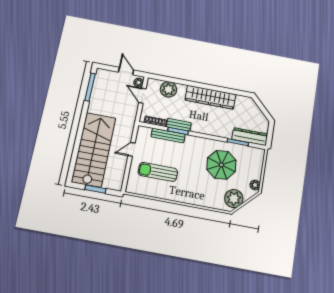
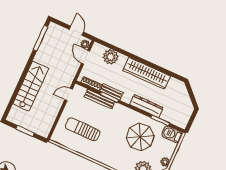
dresser: (250, 137) -> (146, 106), moved
door: (132, 149) -> (69, 94), moved
stairs: (94, 150) -> (31, 86), width x0.73, depth x0.66
barbecue: (254, 154) -> (172, 134), added

